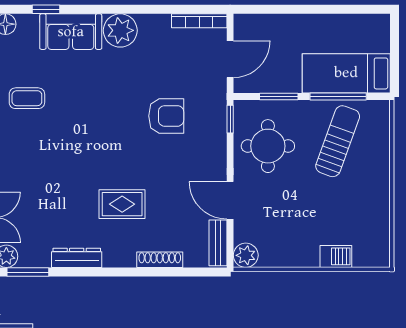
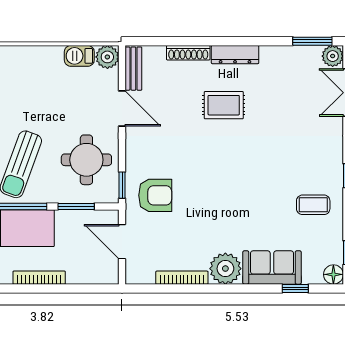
bookcase: (199, 21) -> (182, 278), moved
bookcase: (318, 21) -> (39, 278), added
door: (230, 59) -> (122, 242), hinge flipped
armchair: (166, 116) -> (155, 195), moved, turned 180
barbecue: (336, 256) -> (79, 56), moved
dresser: (77, 258) -> (235, 55), moved

